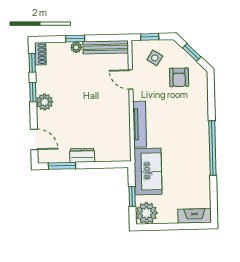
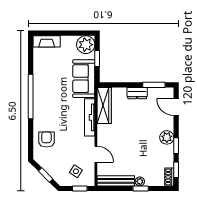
armchair: (179, 77) -> (46, 140), moved
wardrobe: (122, 139) -> (104, 105), added

